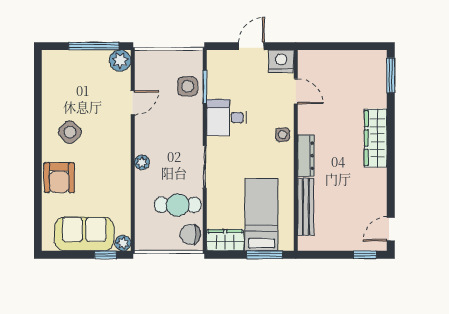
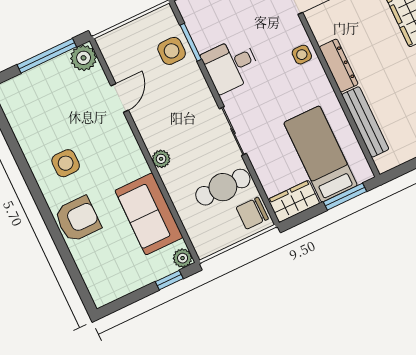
side table: (70, 132) -> (66, 163), turned 45
armchair: (59, 178) -> (78, 219), turned -90
sofa: (84, 234) -> (149, 214), moved, turned -90

